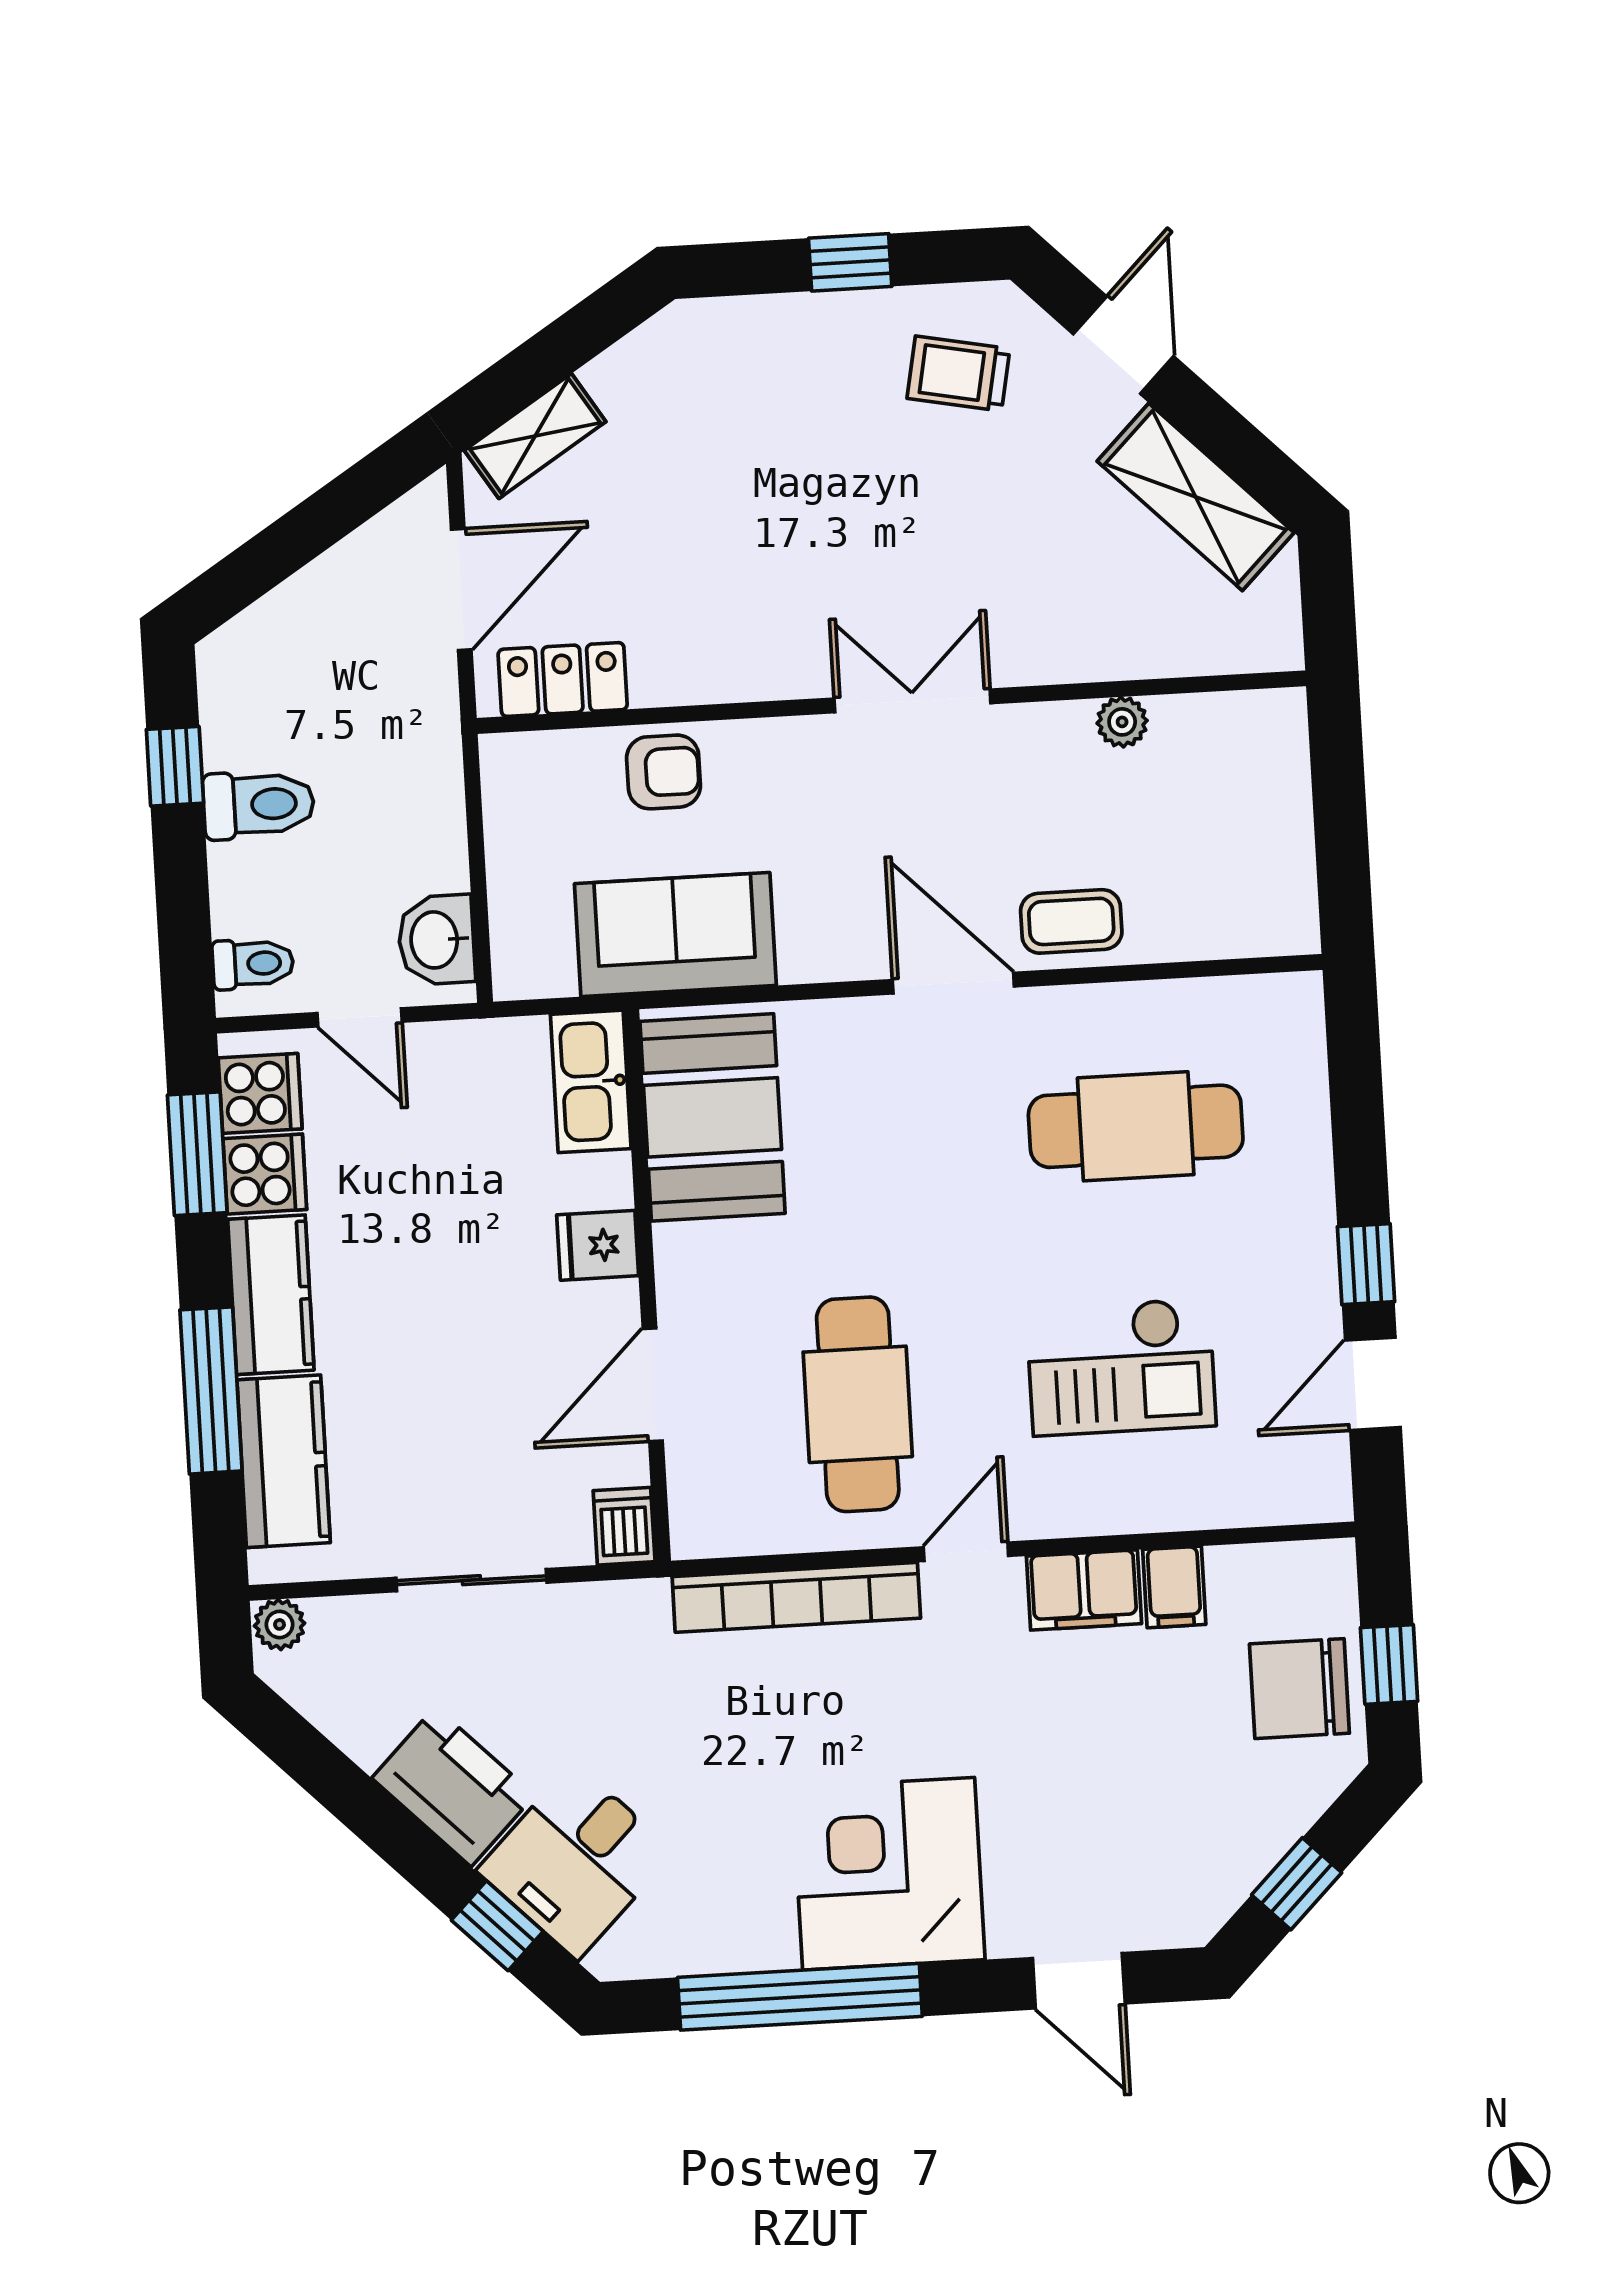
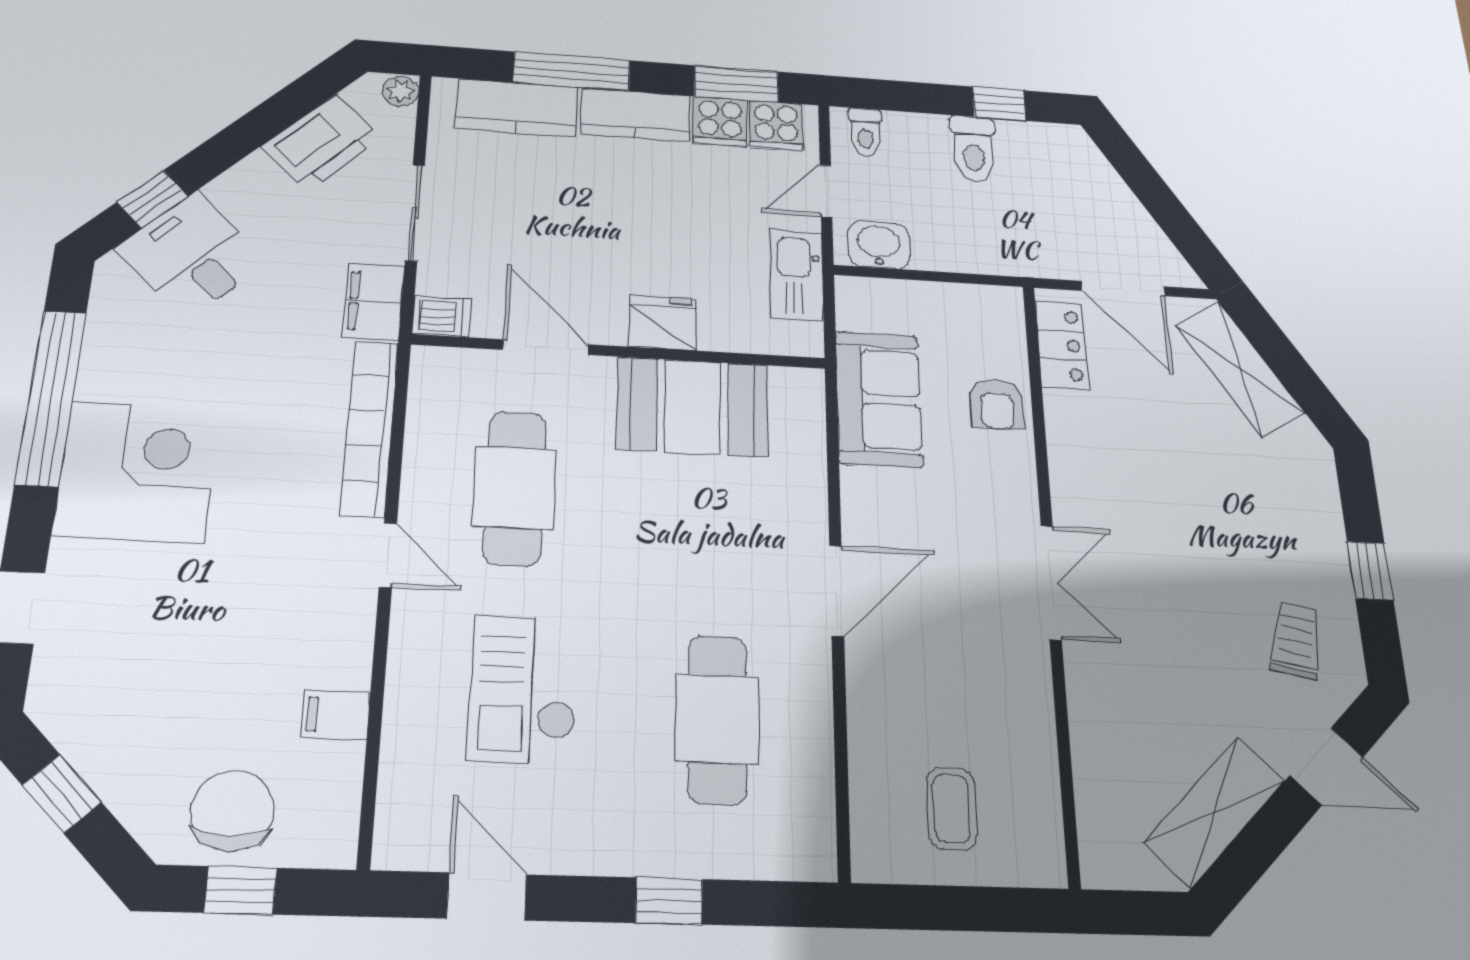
shelving: (535, 436) -> (1240, 369), width x1.50, depth x1.33
plant: (1122, 722) -> (1038, 738), removed
coffee table: (1071, 921) -> (951, 808), moved
kitchen sink: (591, 1081) -> (796, 275), moved, turned -90
booth: (713, 1117) -> (693, 407), moved
fridge: (598, 1245) -> (663, 323), width x1.38
window: (1366, 1264) -> (669, 901), moved
cafe table: (858, 1404) -> (515, 488), turned 90
filing cabinet: (1084, 1590) -> (373, 301), moved
printer: (453, 1787) -> (322, 142), moved

